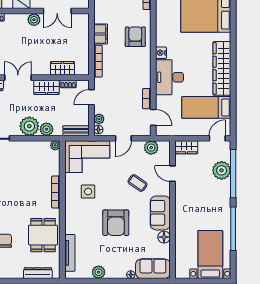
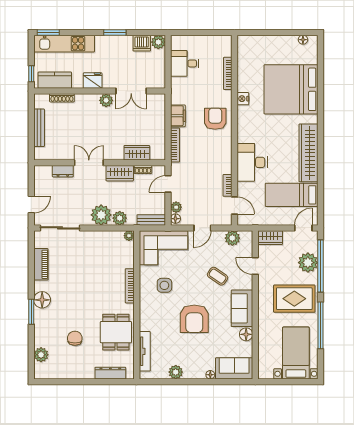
nightstand: (161, 53) -> (243, 99), moved
rug: (209, 204) -> (294, 299), added

